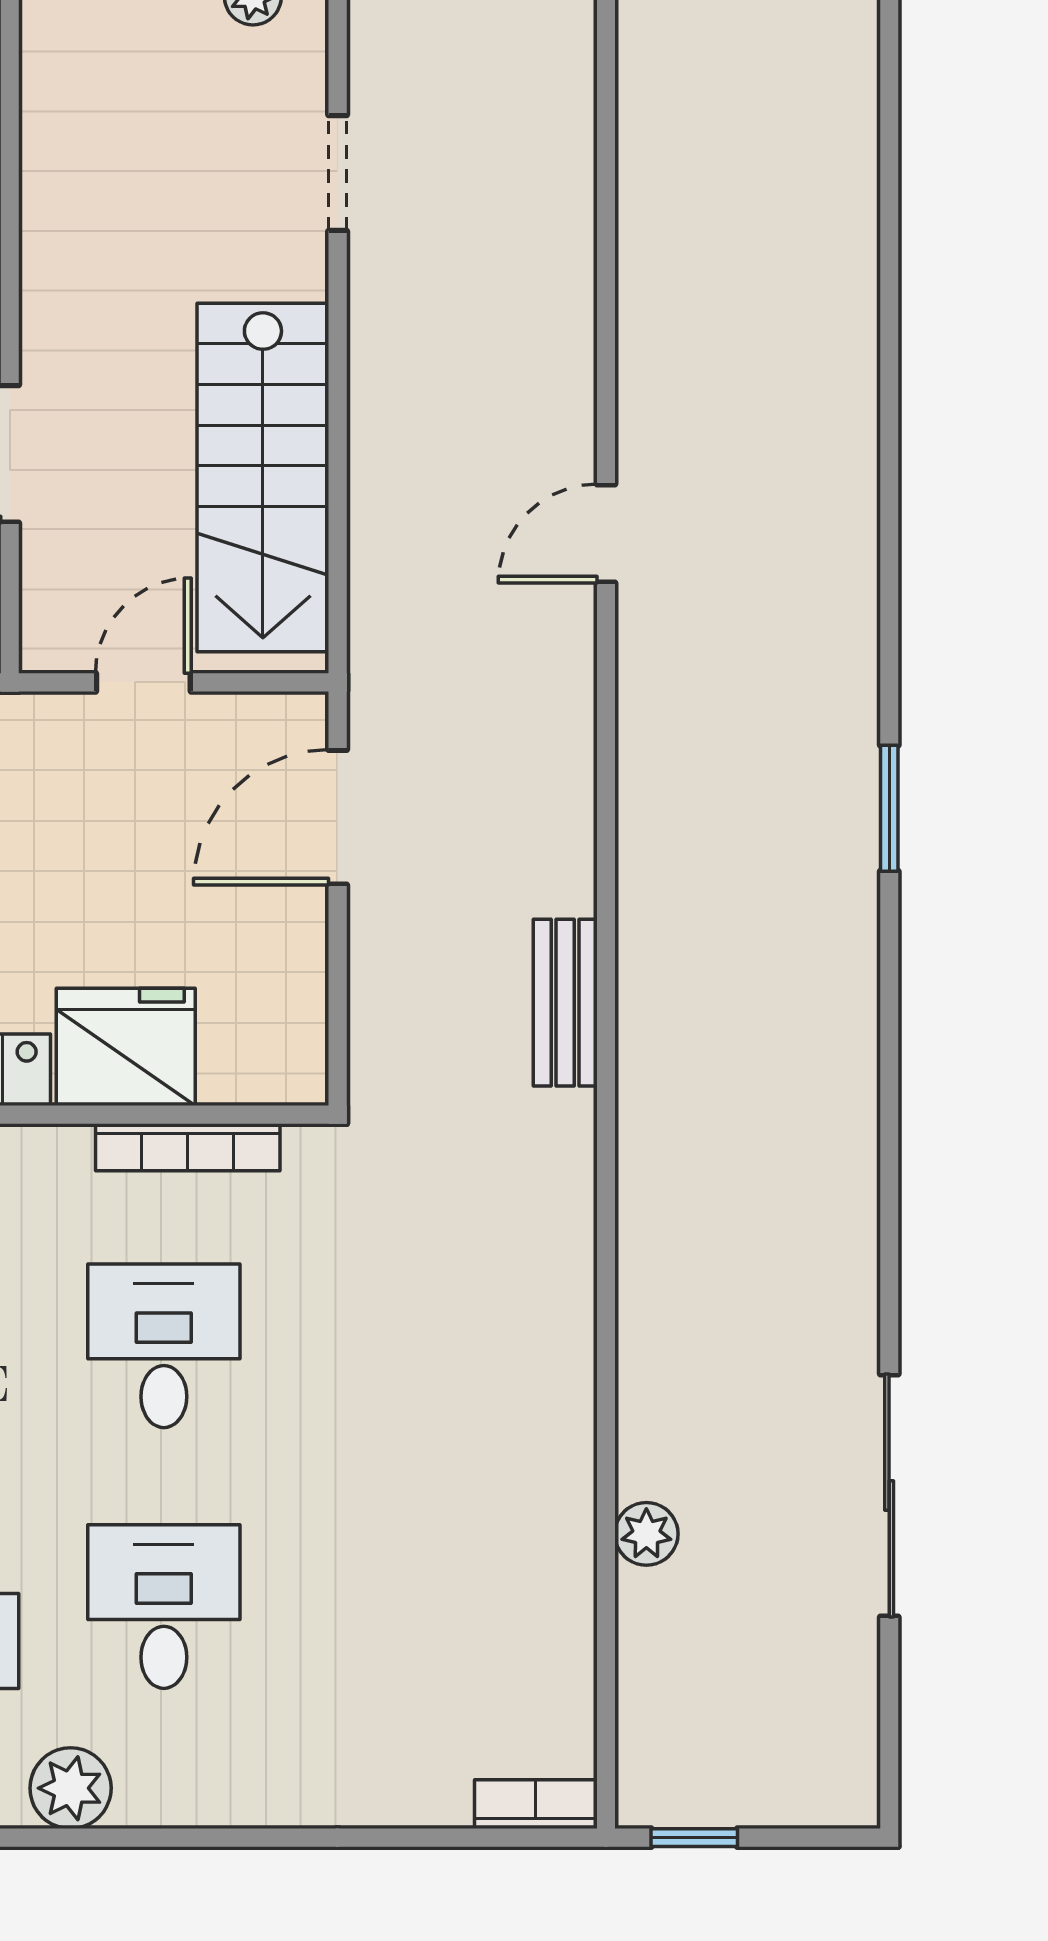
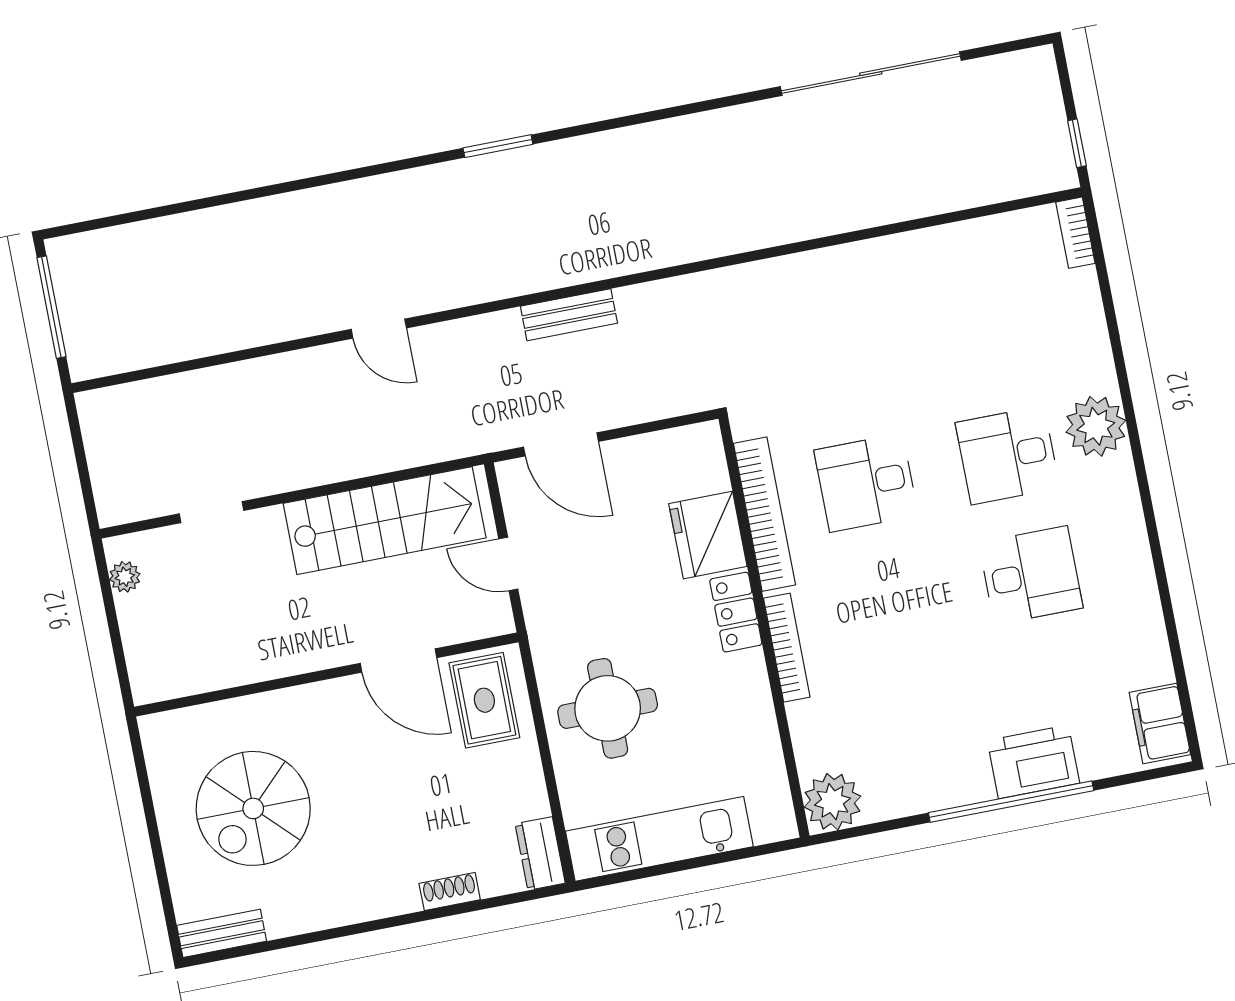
bench: (565, 1003) -> (569, 315), moved
bookcase: (188, 1147) -> (764, 514), width x1.48, depth x1.31
sliding door: (889, 1496) -> (871, 74), width x1.36
plant: (646, 1534) -> (917, 201), removed
plant: (71, 1788) -> (1096, 426), moved, width x1.36, depth x1.36

